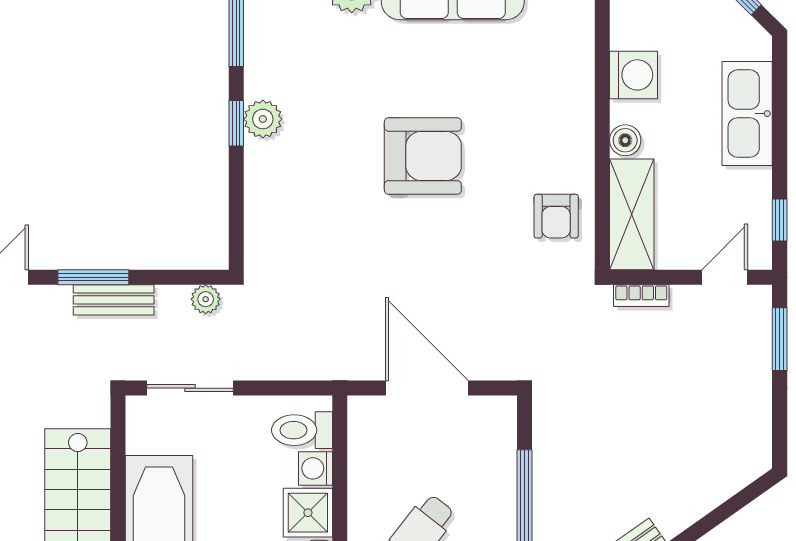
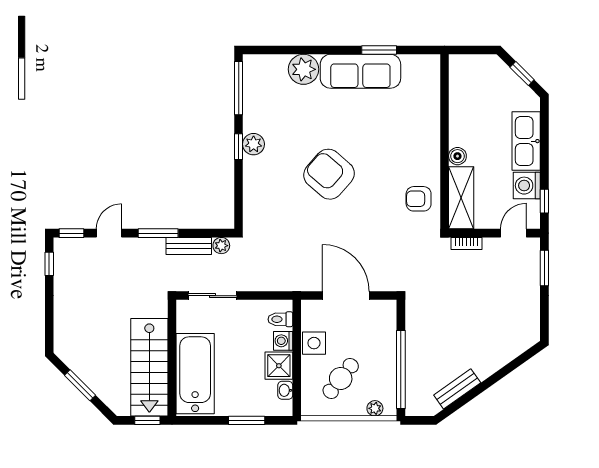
washing machine: (633, 75) -> (527, 186), moved, turned 180
armchair: (423, 156) -> (329, 174), moved, turned -139
armchair: (556, 216) -> (419, 199), turned 90
bench: (114, 300) -> (189, 246), moved
toilet: (302, 430) -> (280, 319), width x0.73, depth x0.72
side table: (370, 472) -> (314, 343), added

